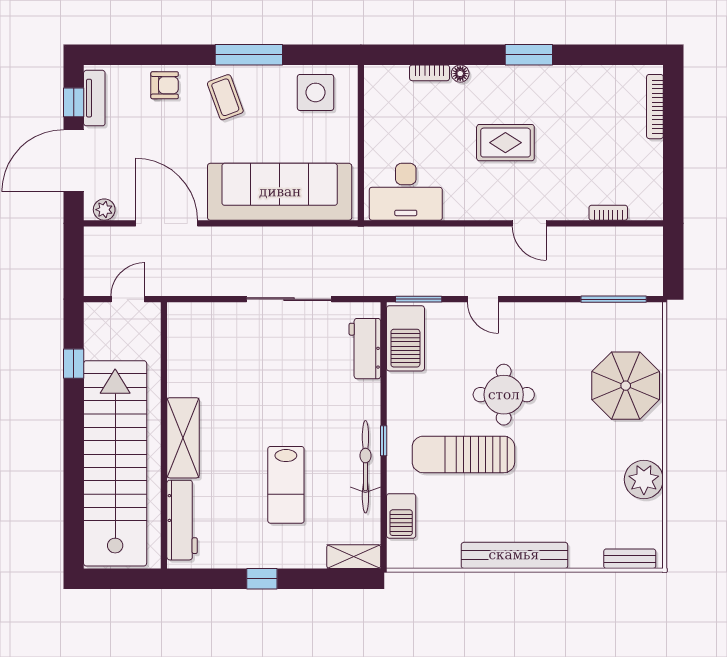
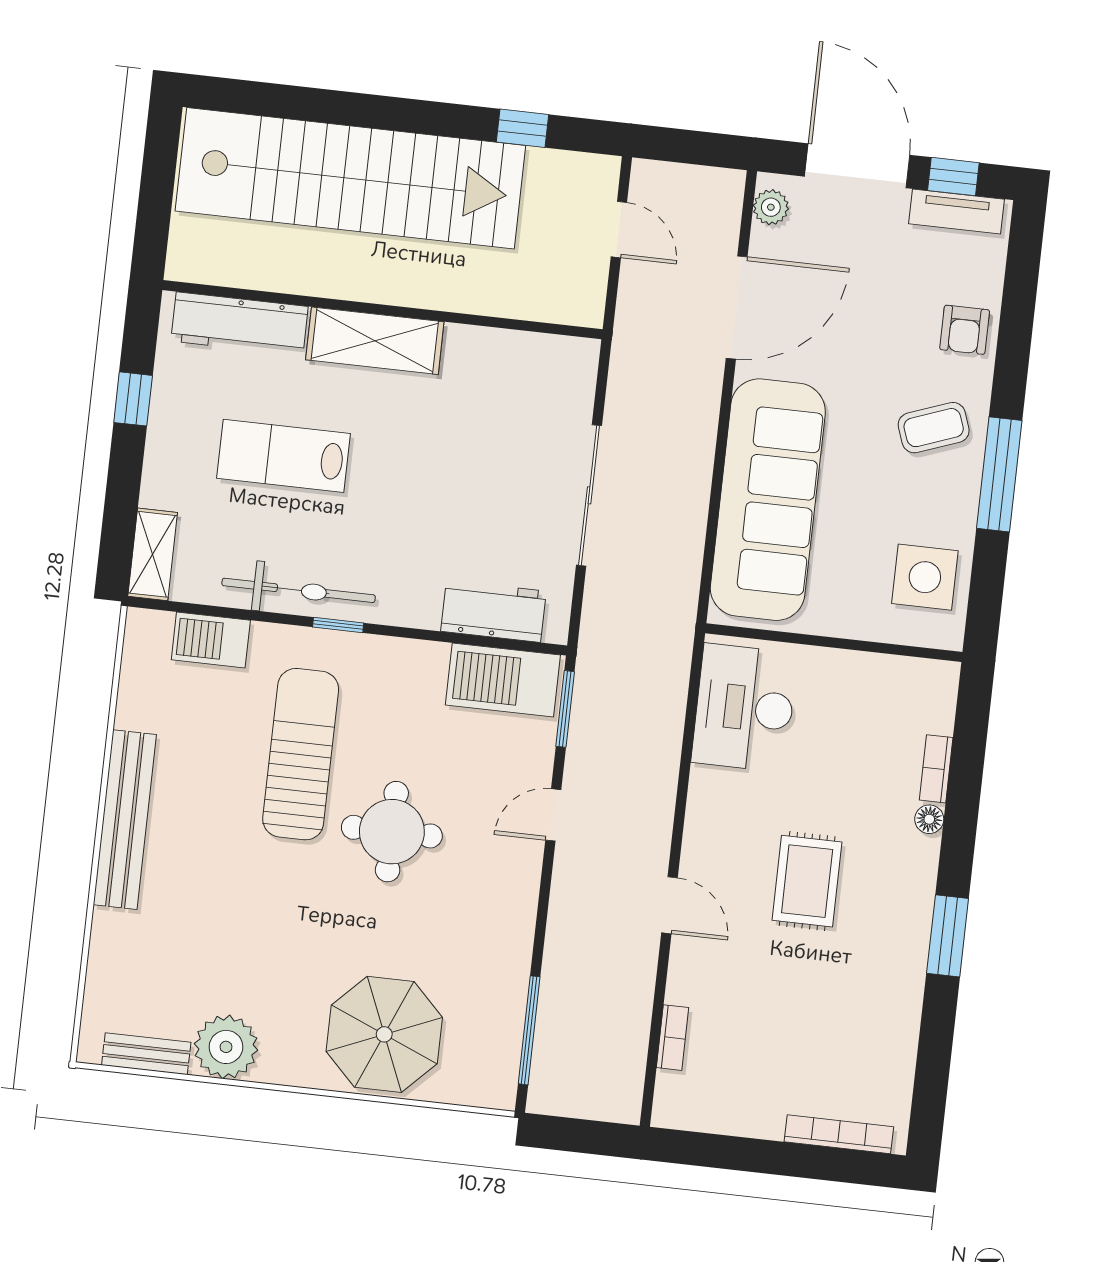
door: (529, 223) -> (670, 905), swing flipped
wall: (164, 435) -> (382, 310), moved
shelving: (183, 438) -> (375, 341), moved
workbench: (182, 520) -> (239, 324), moved
bench: (630, 559) -> (146, 1054), moved, turned 90

